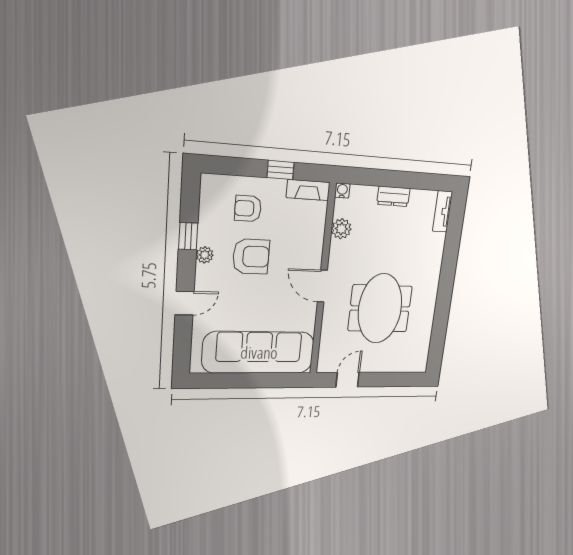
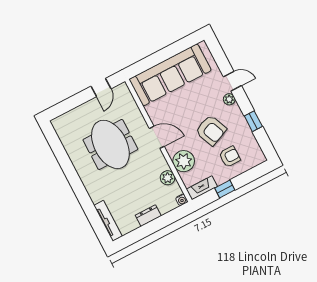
tv unit: (443, 211) -> (108, 221), width x1.41
plant: (309, 238) -> (184, 161), added
plant: (205, 255) -> (229, 99), moved
armchair: (251, 256) -> (211, 130), turned -113
door: (185, 303) -> (232, 81), swing flipped

